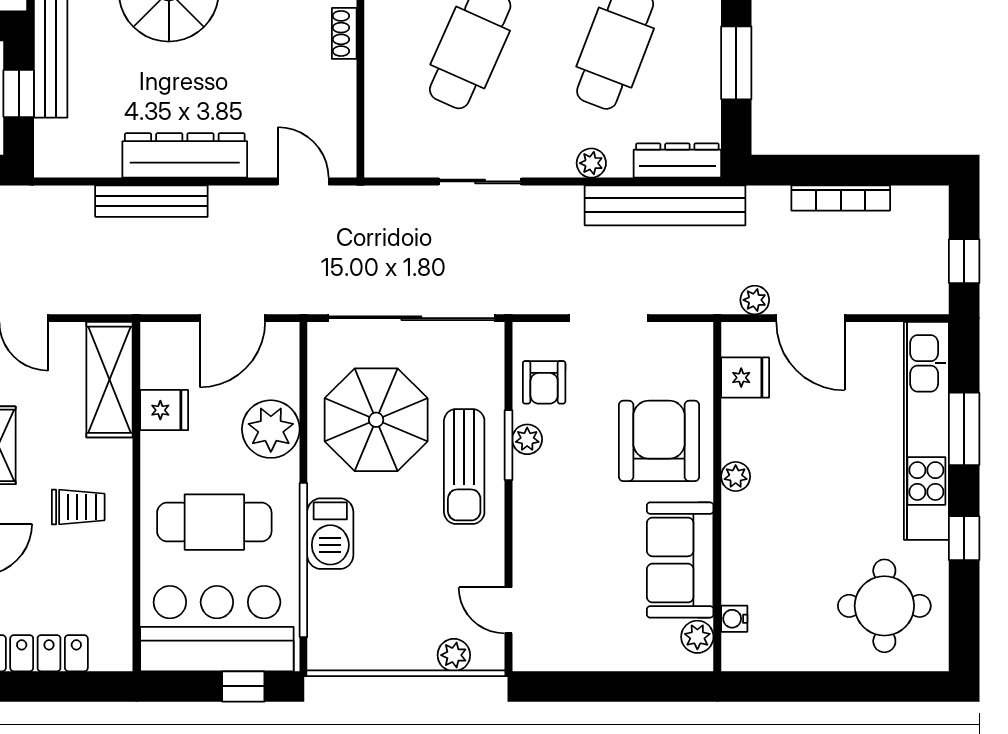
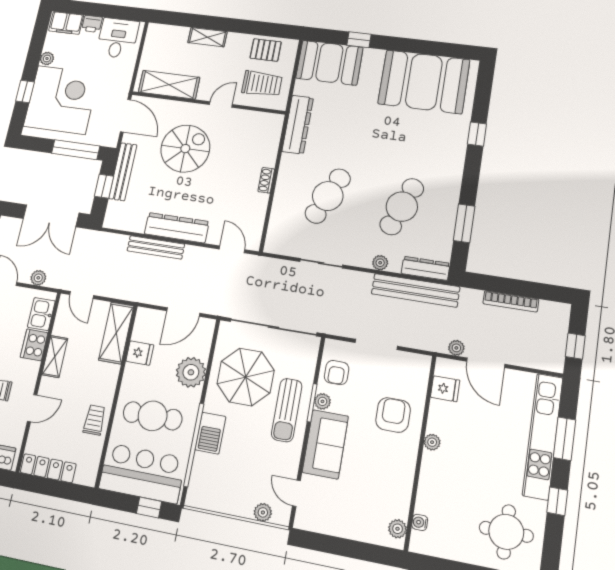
armchair: (659, 441) -> (393, 415), width x0.73, depth x0.73
trolley: (78, 507) -> (94, 420), moved, turned -90
sofa: (680, 560) -> (325, 444), moved, turned 180

